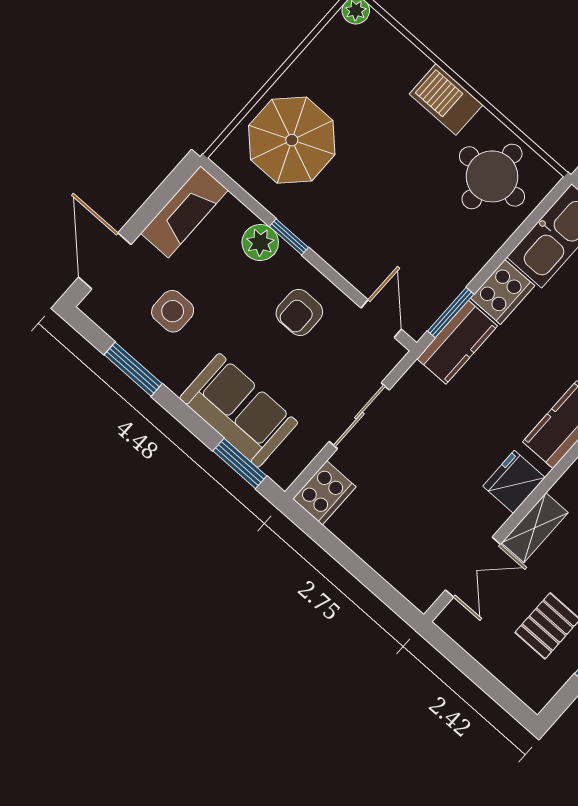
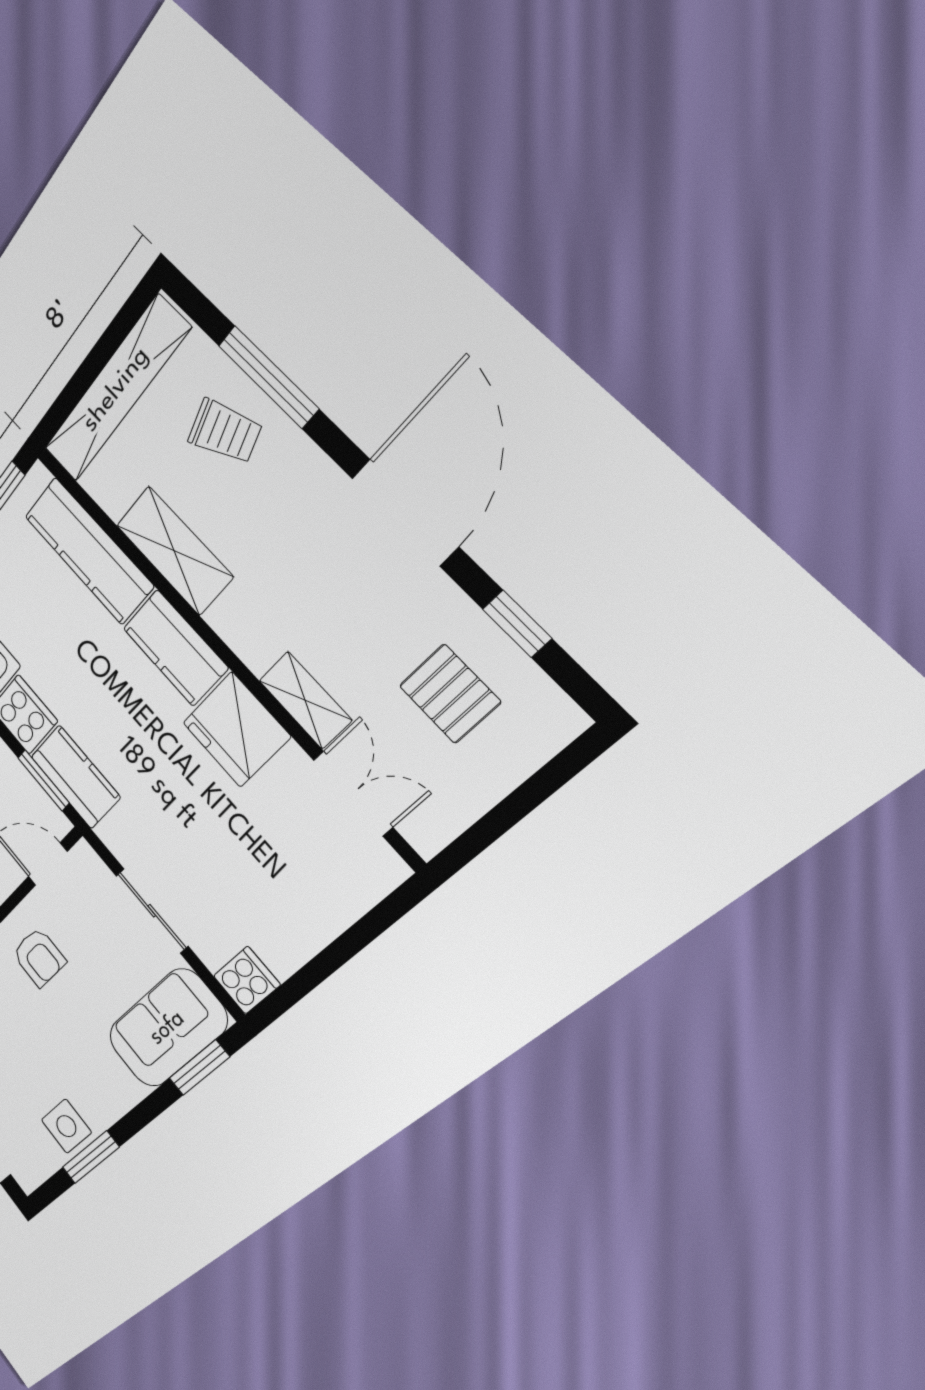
side table: (173, 311) -> (66, 1126), moved
sofa: (239, 410) -> (167, 1028), moved
fridge: (514, 482) -> (236, 730), width x1.36, depth x1.34
cooker: (324, 493) -> (247, 980), width x0.73

